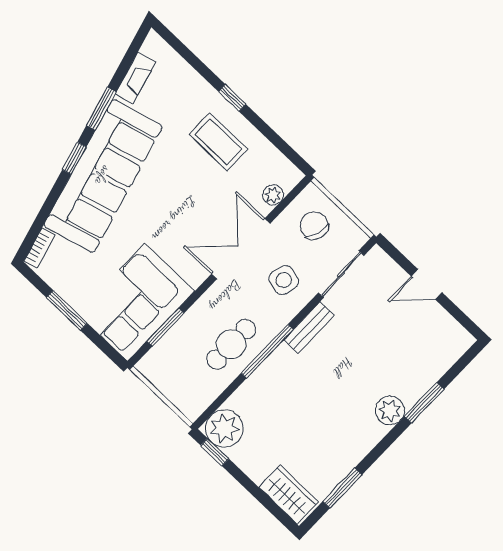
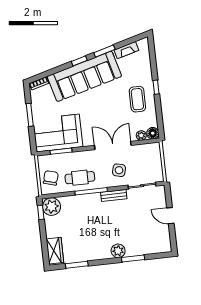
floor lamp: (288, 176) -> (153, 133), added
chair: (314, 226) -> (51, 178), moved

